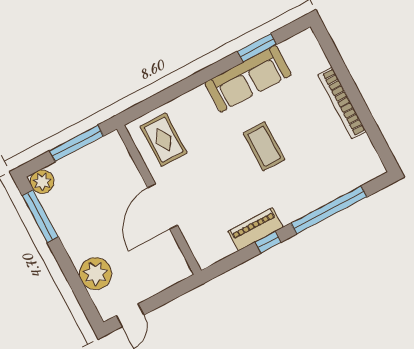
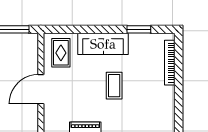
sofa: (248, 79) -> (103, 44), moved
bookcase: (342, 103) -> (170, 63), moved

